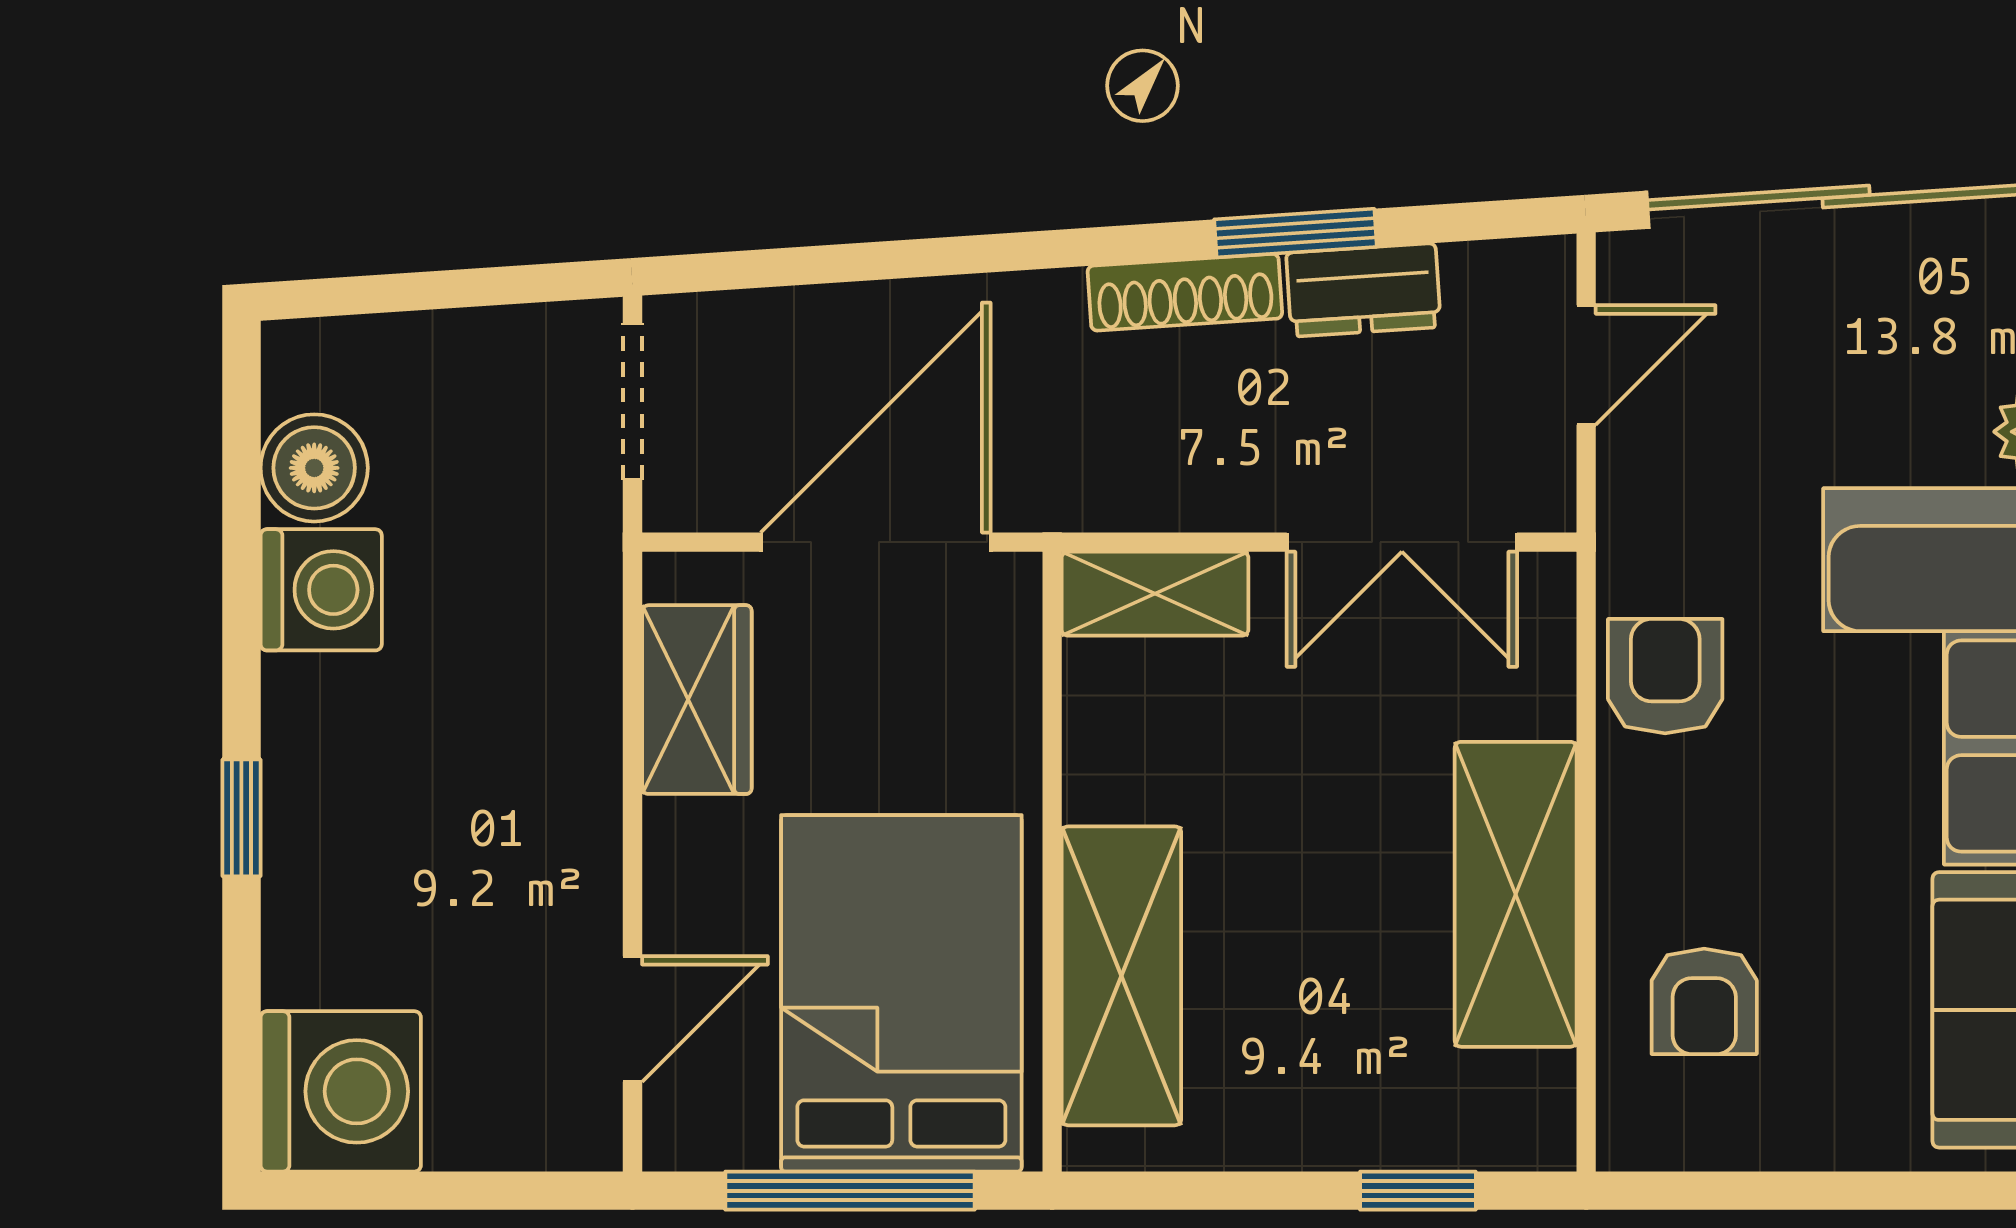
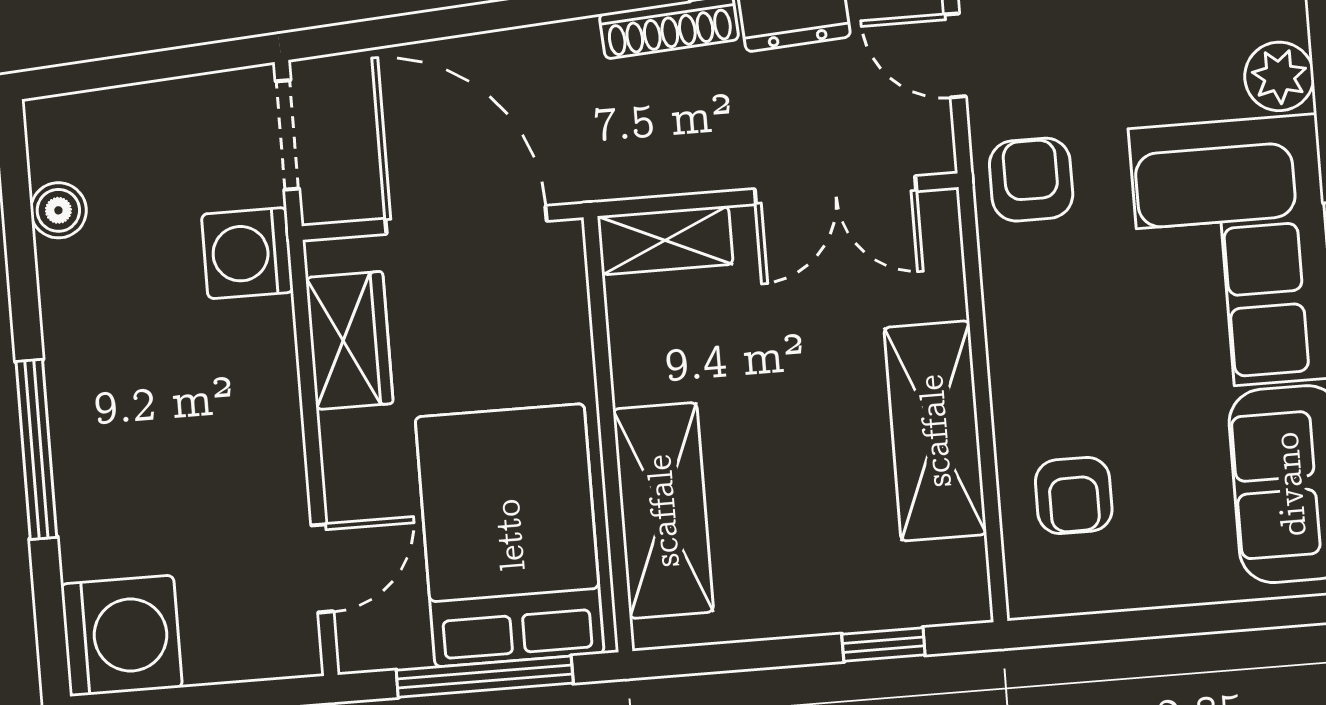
door: (1586, 365) -> (955, 55), swing flipped
boiler: (314, 468) -> (58, 210), width x0.73, depth x0.73
door: (876, 542) -> (466, 220), hinge flipped
washing machine: (321, 590) -> (247, 253), moved, turned 180
armchair: (1665, 676) -> (1031, 180), moved
window: (241, 818) -> (36, 449), width x2.17

